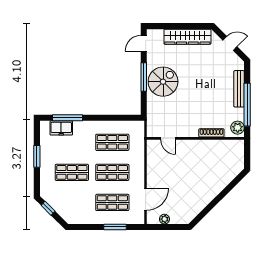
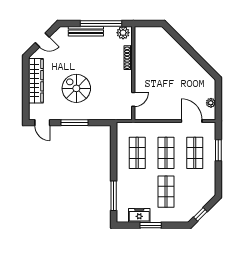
door: (230, 43) -> (42, 40), swing flipped
spiral stairs: (163, 82) -> (76, 88), moved
freezer: (61, 128) -> (139, 215), moved, turned -90

